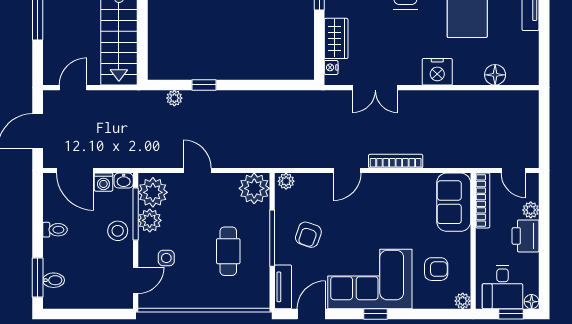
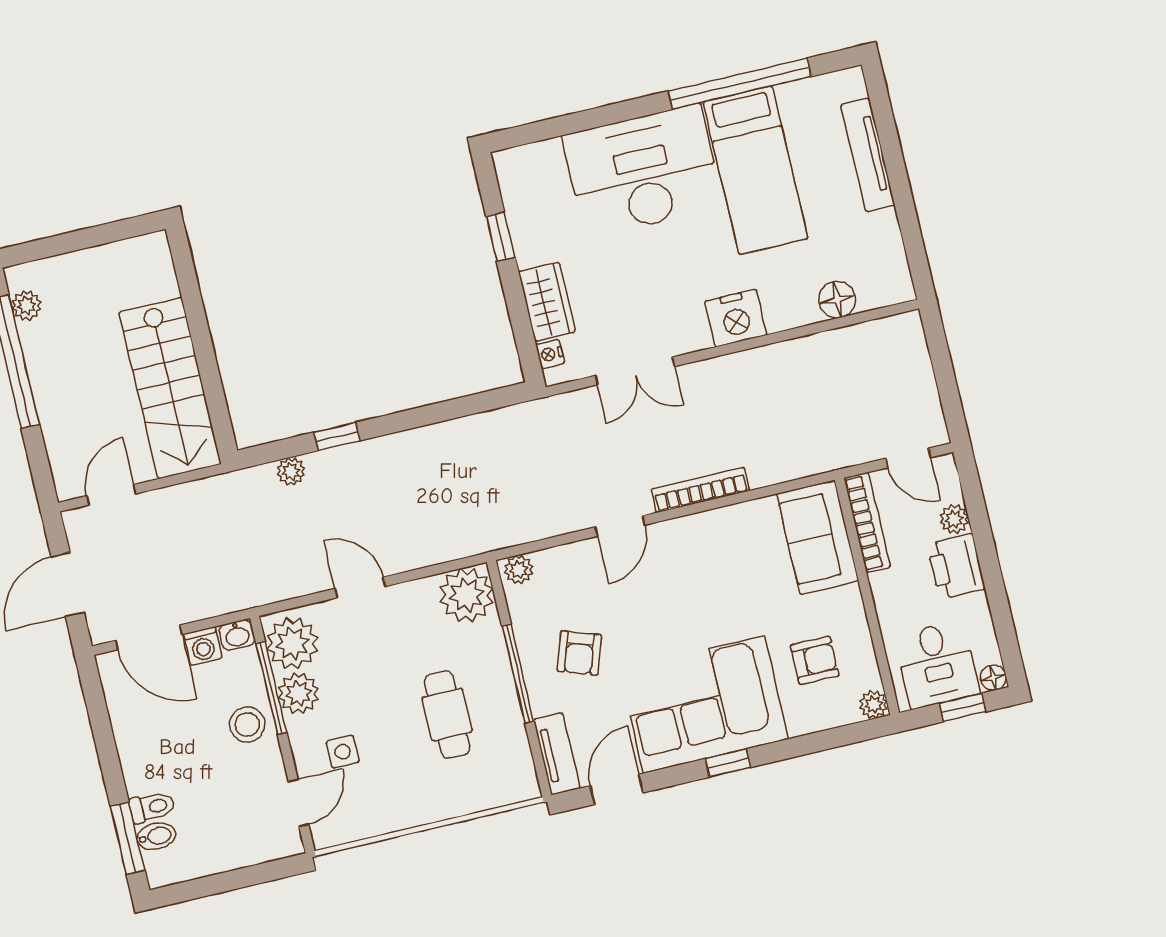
toilet: (55, 230) -> (152, 807), moved

